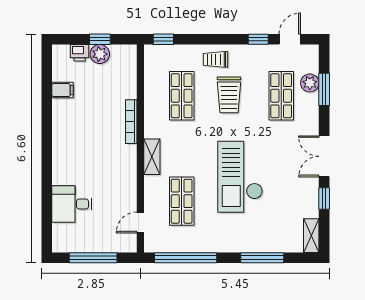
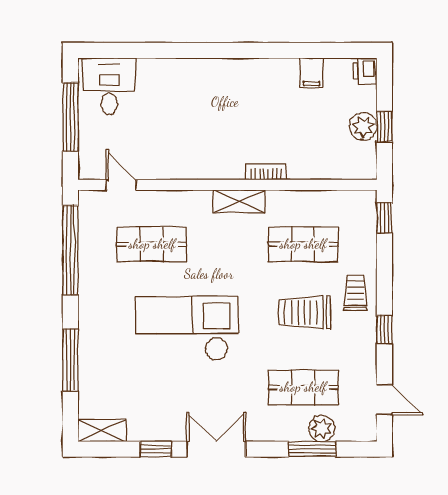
window: (258, 39) -> (384, 329), moved
printer: (80, 53) -> (365, 71), moved
bookcase: (131, 122) -> (266, 172), width x0.64
shelving: (152, 157) -> (239, 201), moved
desk: (72, 204) -> (109, 86), moved

